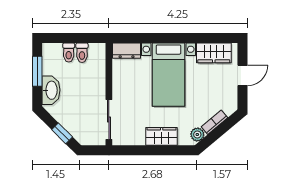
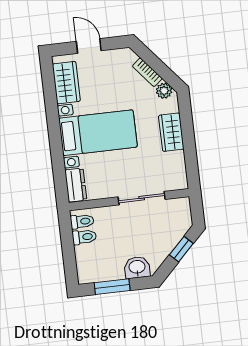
toilet: (69, 52) -> (82, 221), moved
washbasin: (51, 90) -> (137, 267), width x0.72
sliding door: (109, 120) -> (142, 198), moved

